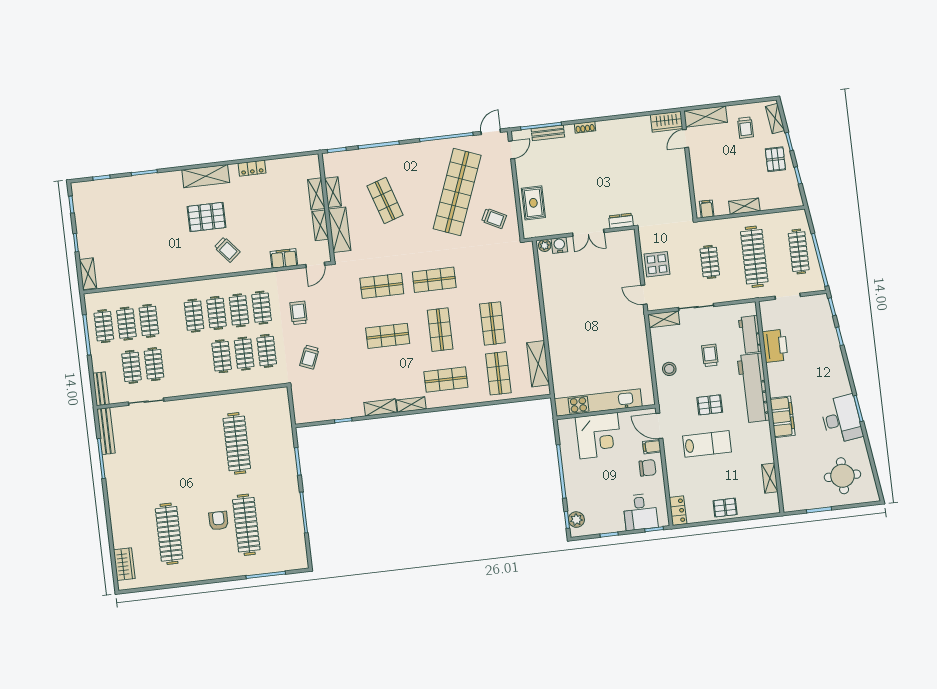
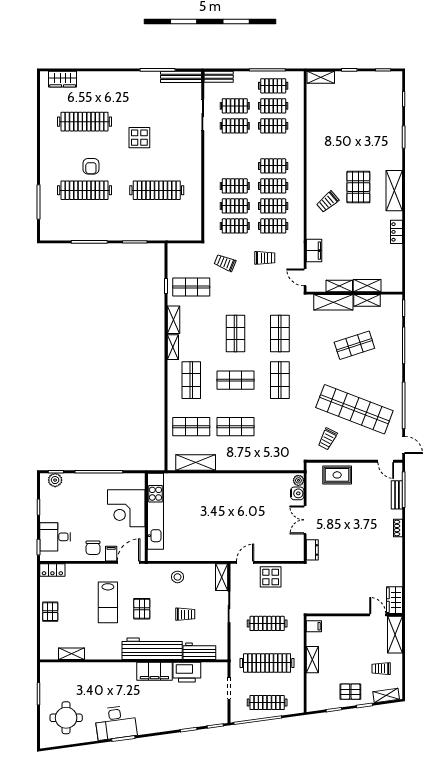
clothes rail: (710, 262) -> (267, 623), width x1.36
shop shelf: (341, 392) -> (191, 287), added
filing cabinet: (783, 417) -> (154, 671), moved
display table: (180, 470) -> (139, 138), added
armchair: (219, 521) -> (91, 166), turned 90

